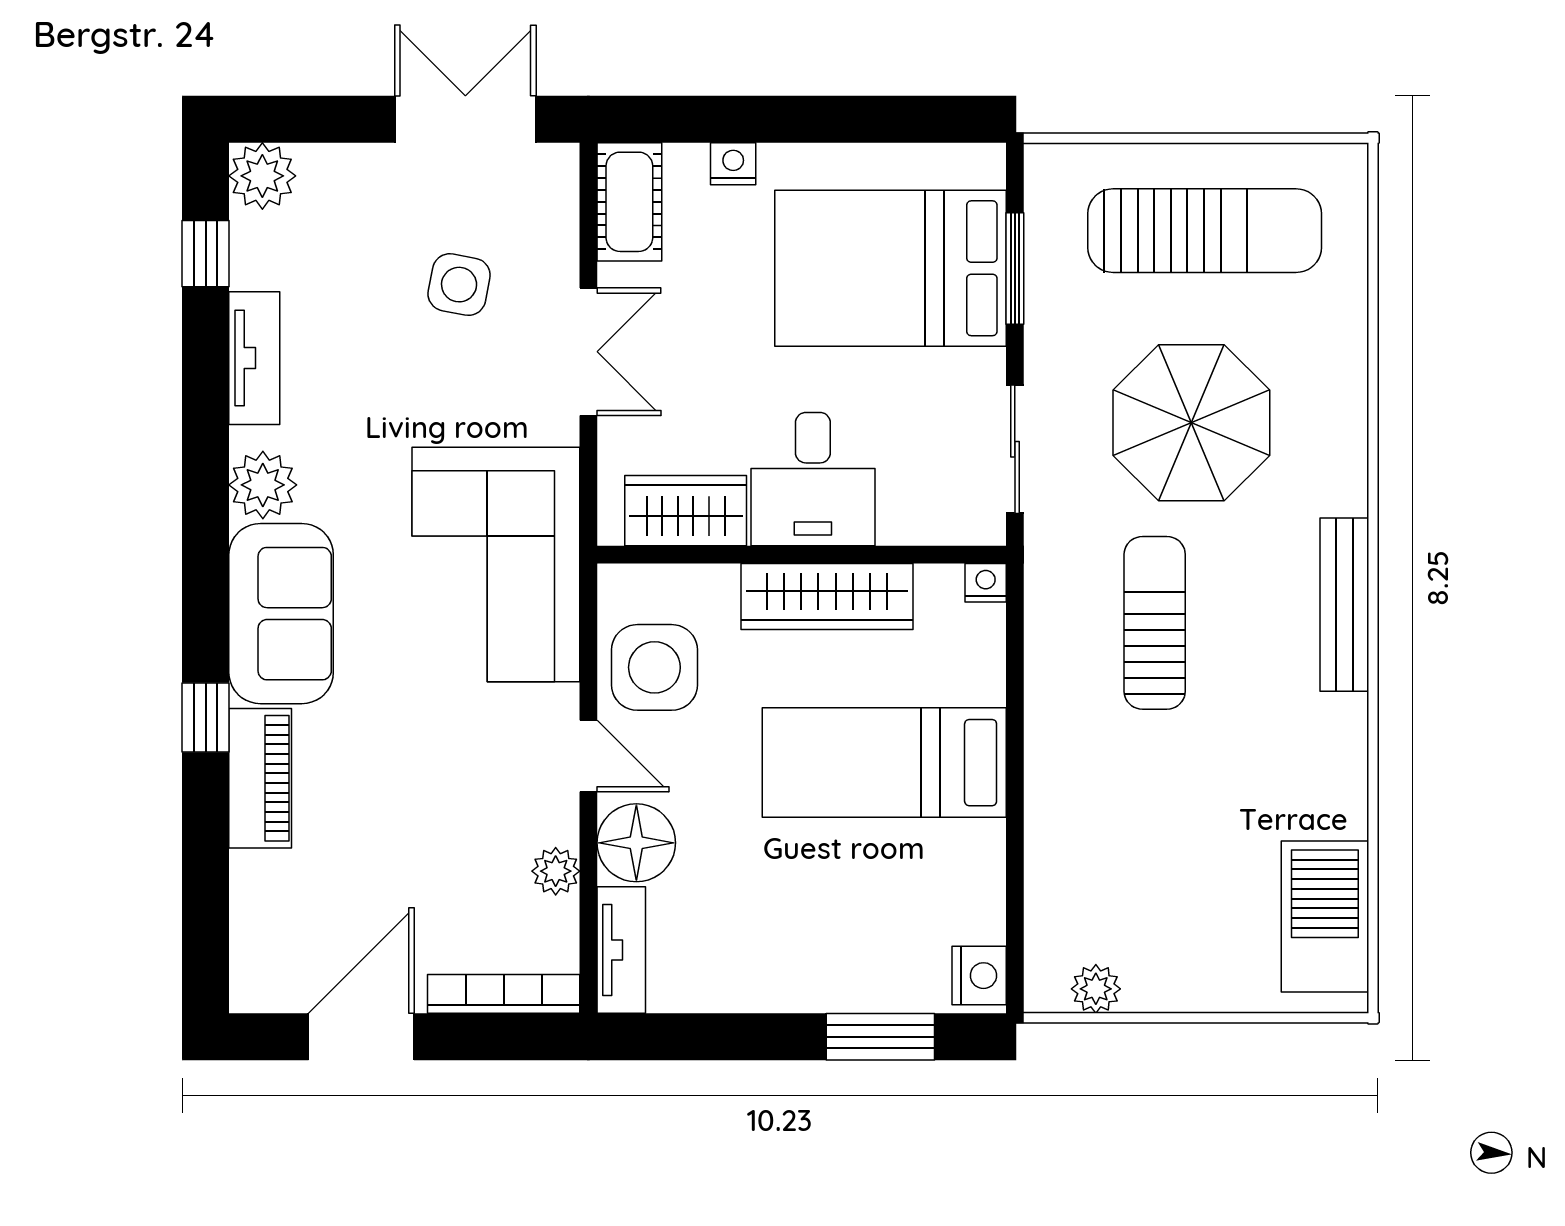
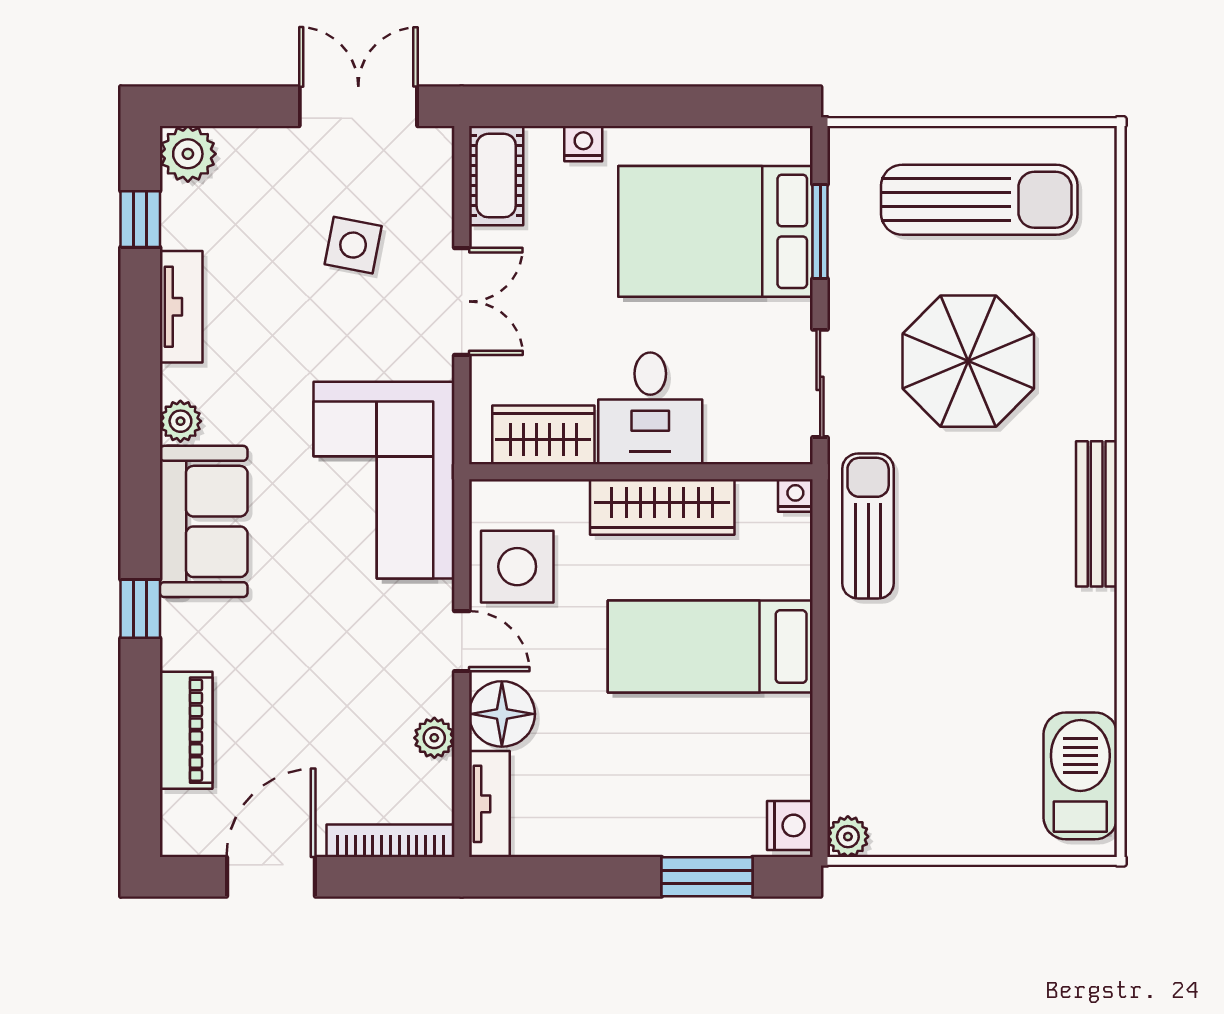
plant: (263, 485) -> (180, 421), width x0.73, depth x0.73
sun lounger: (1155, 623) -> (868, 526), moved
piano: (260, 778) -> (186, 730), moved
plant: (1096, 989) -> (848, 837), moved

